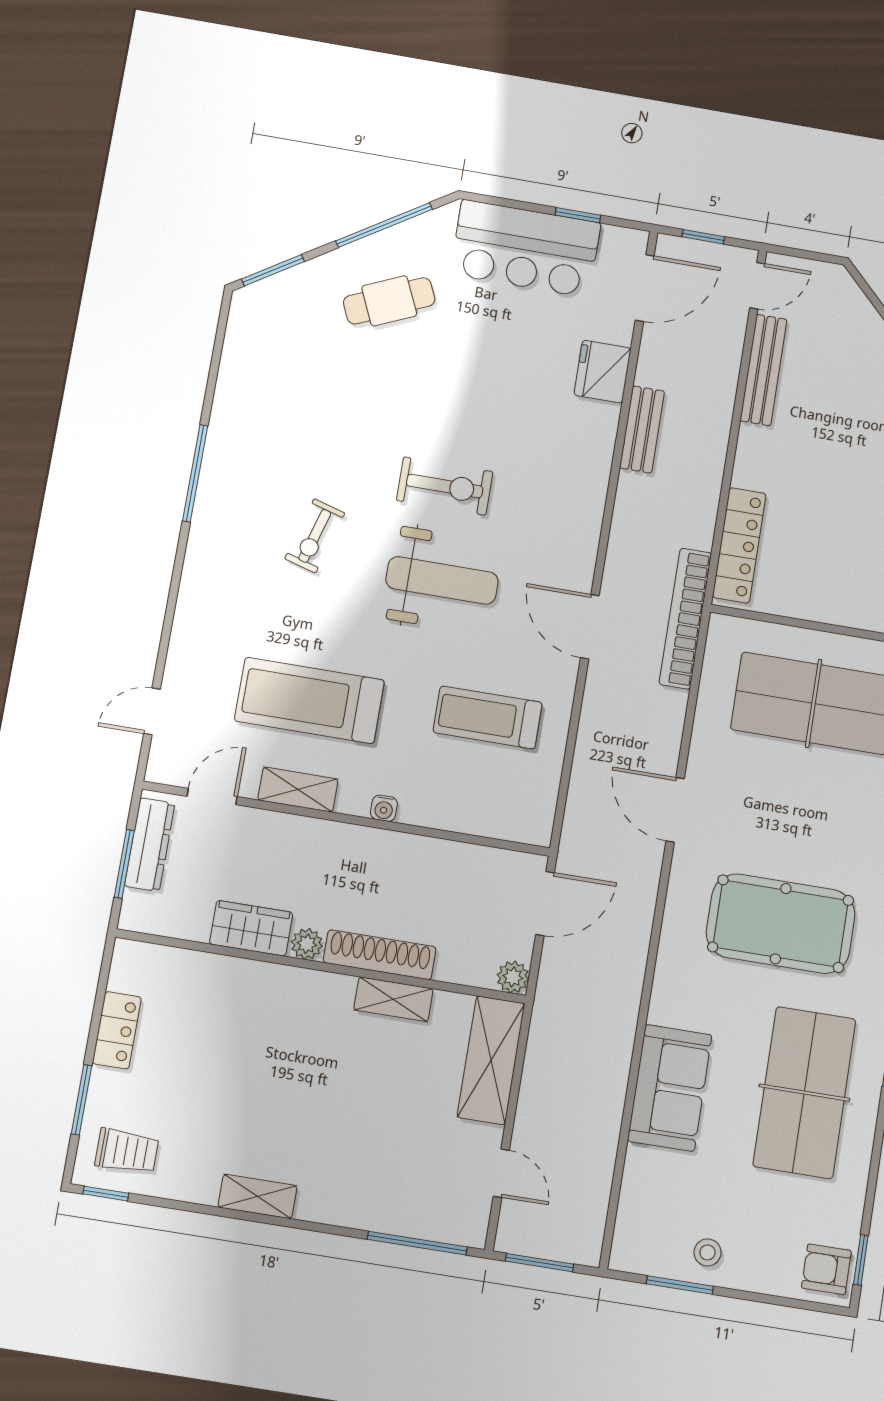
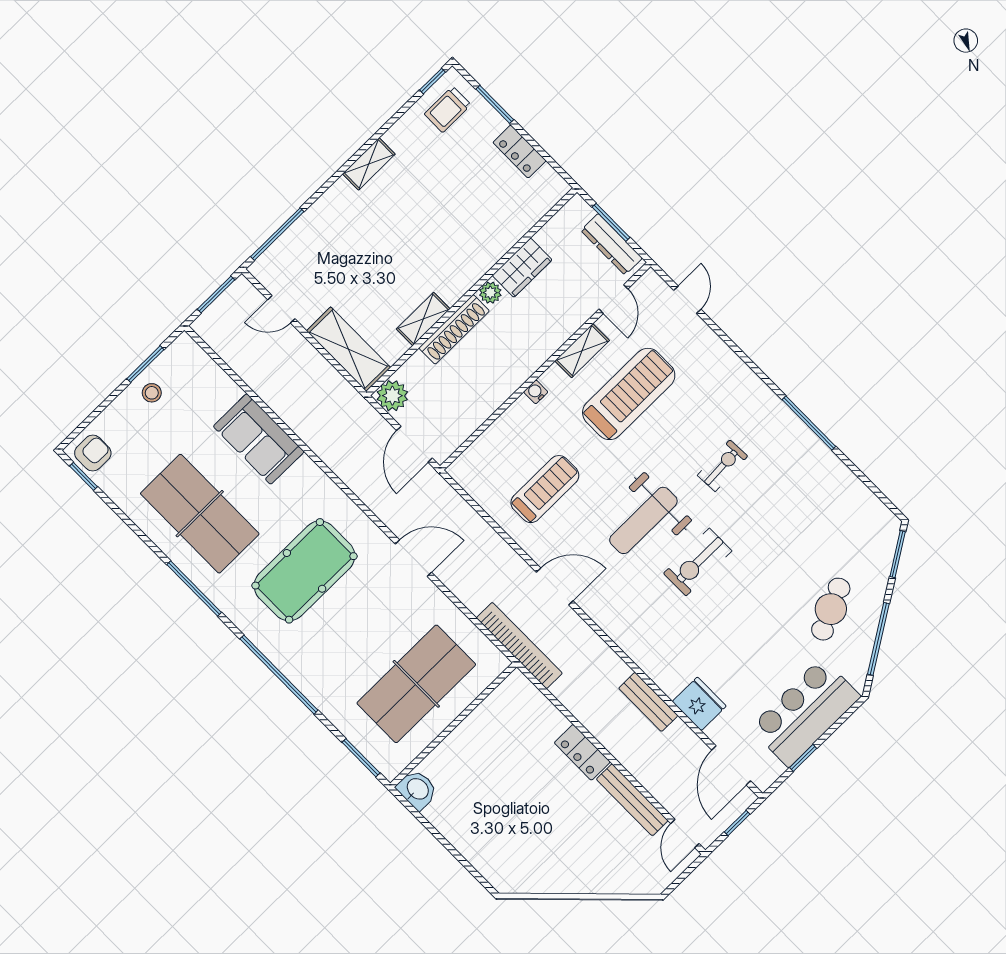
exercise bike: (315, 536) -> (723, 466), turned 71
locker: (739, 545) -> (582, 752), moved, width x0.66
plant: (513, 977) -> (392, 396), width x1.38, depth x1.38

